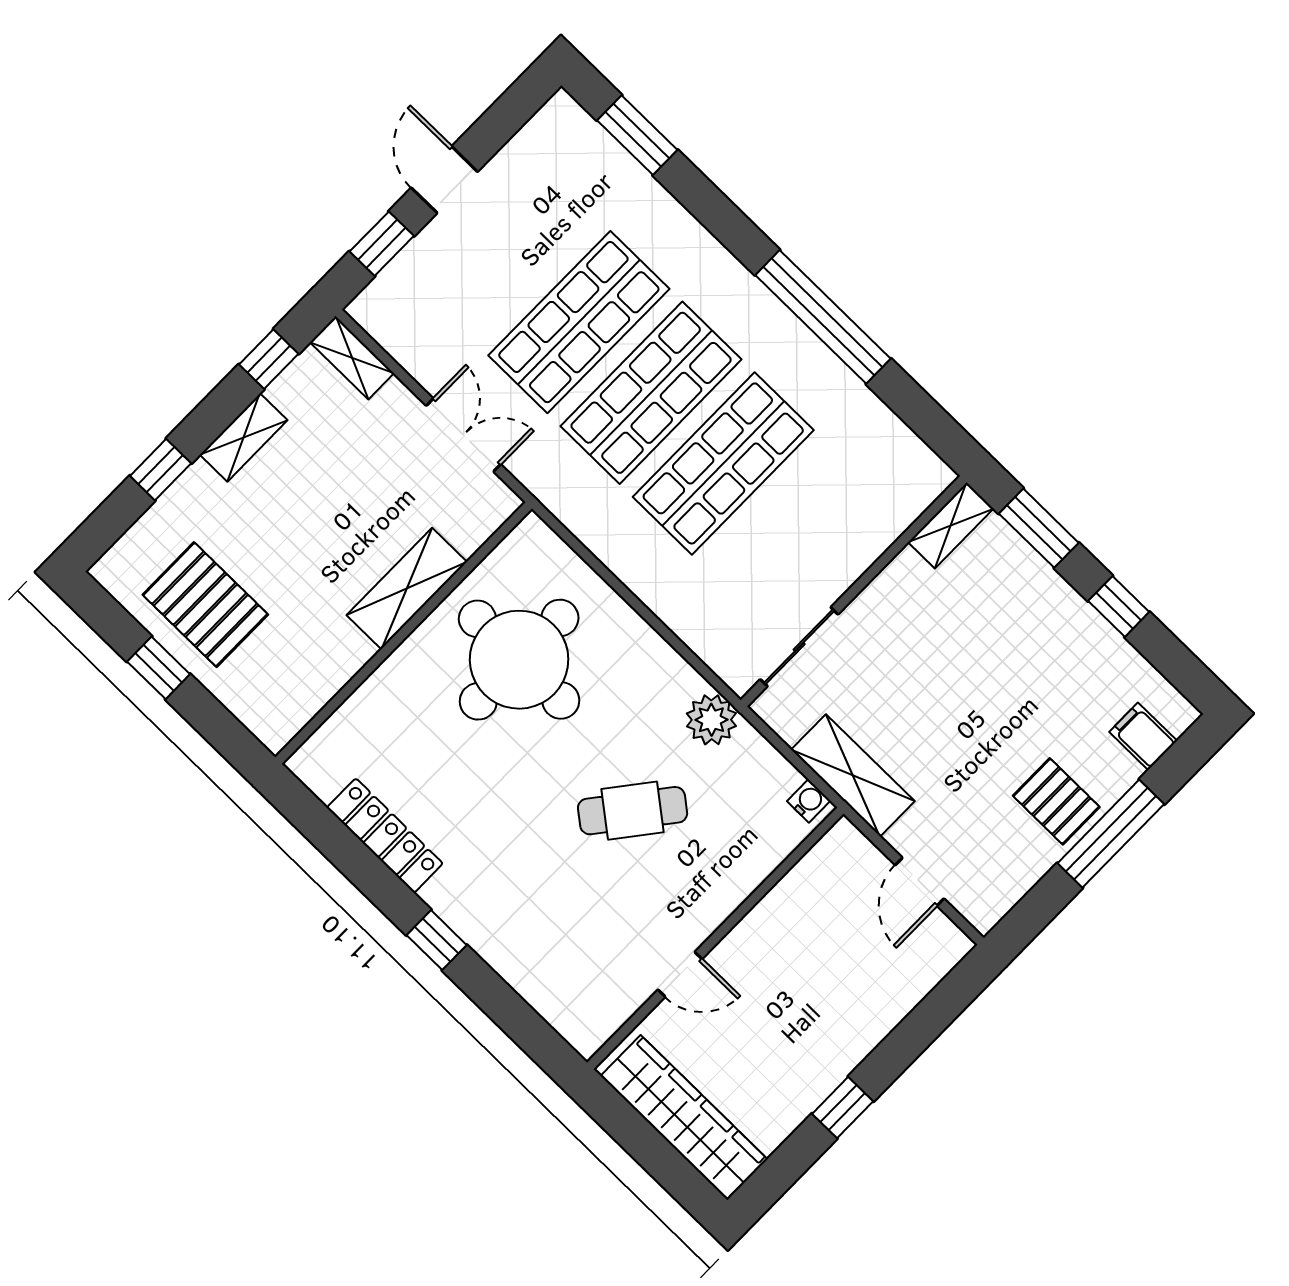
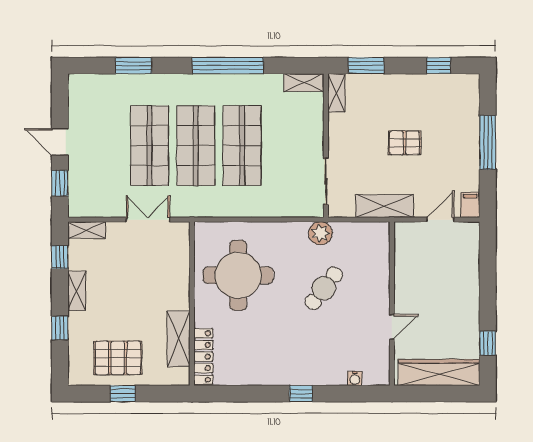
window: (637, 135) -> (133, 66), moved
shelving: (916, 460) -> (304, 83), added
shelving: (407, 589) -> (179, 339), moved
window: (1119, 606) -> (439, 66), moved
filing cabinet: (1143, 736) -> (470, 205), moved, turned 90
water cooler: (809, 801) -> (355, 378), moved, turned 180
pallet: (1056, 801) -> (405, 143), moved
locker: (385, 836) -> (203, 357), moved, turned 90
door: (920, 882) -> (441, 220), swing flipped
window: (843, 1108) -> (488, 343), moved

